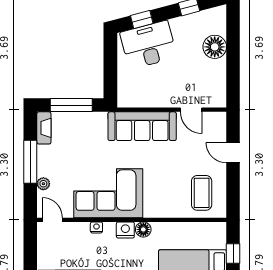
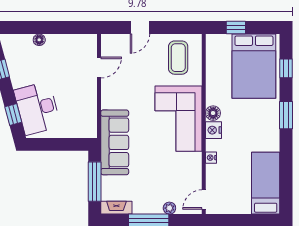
floor lamp: (215, 47) -> (39, 40), width x0.53, depth x0.53
sofa: (142, 126) -> (115, 142), moved
corner sofa: (108, 193) -> (179, 119), moved
coffee table: (202, 193) -> (178, 58), turned 90

